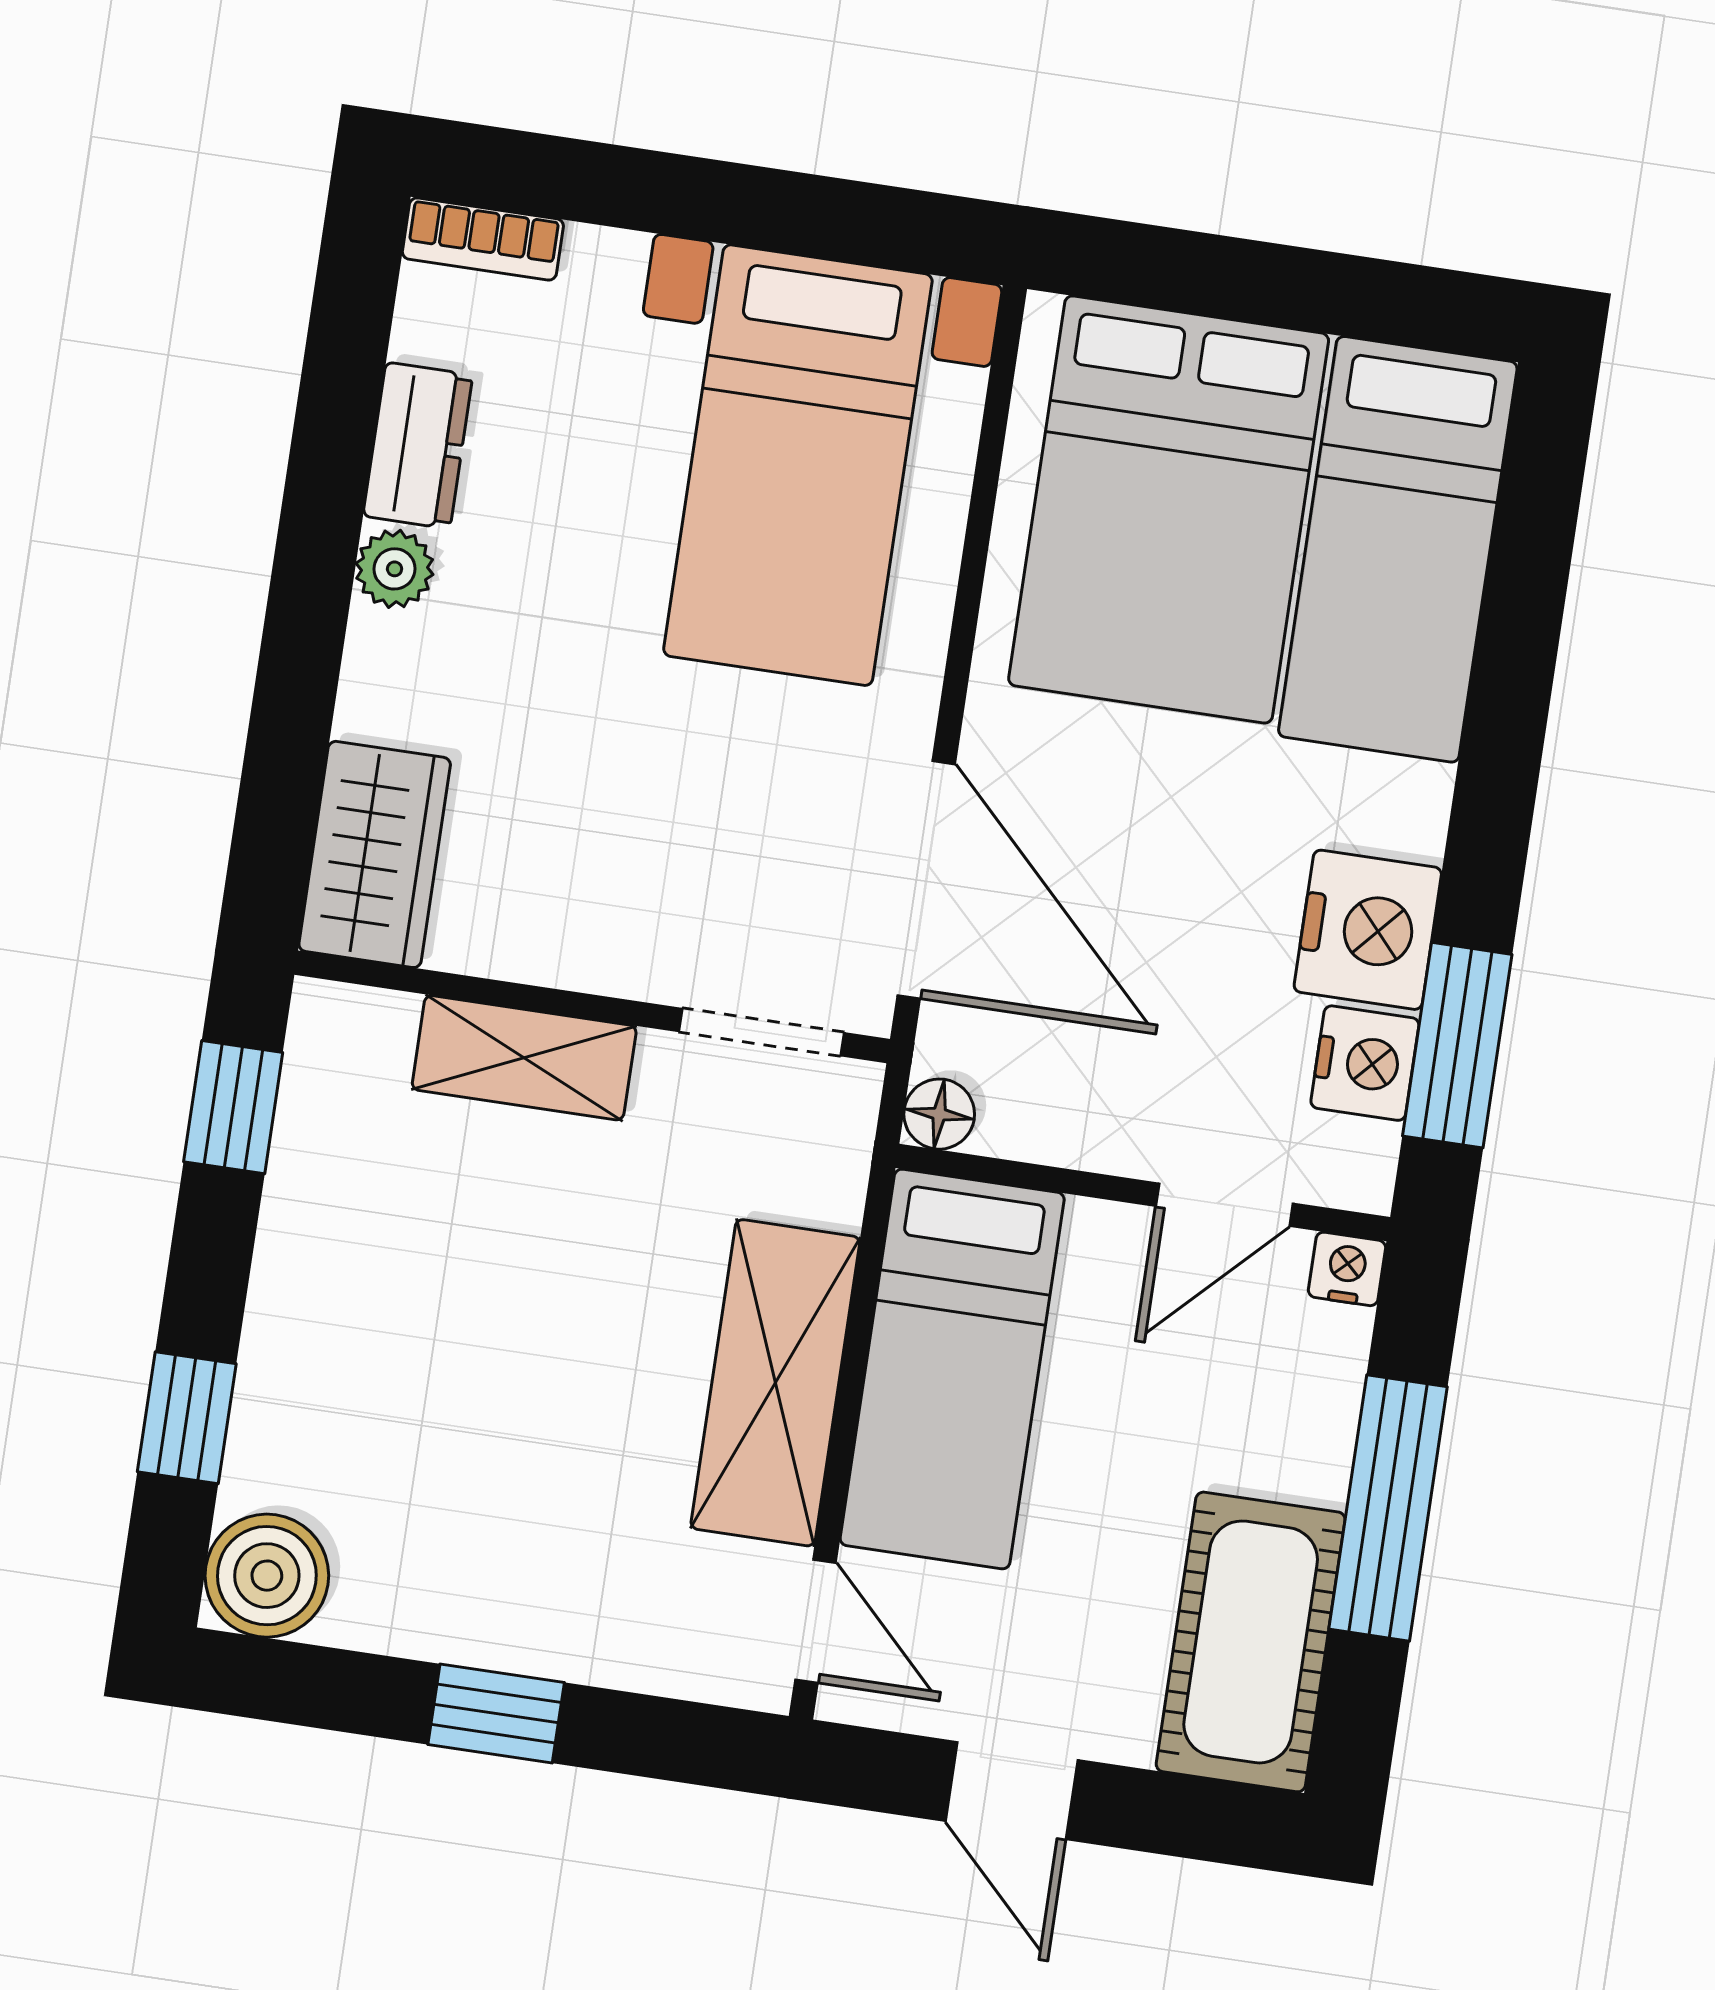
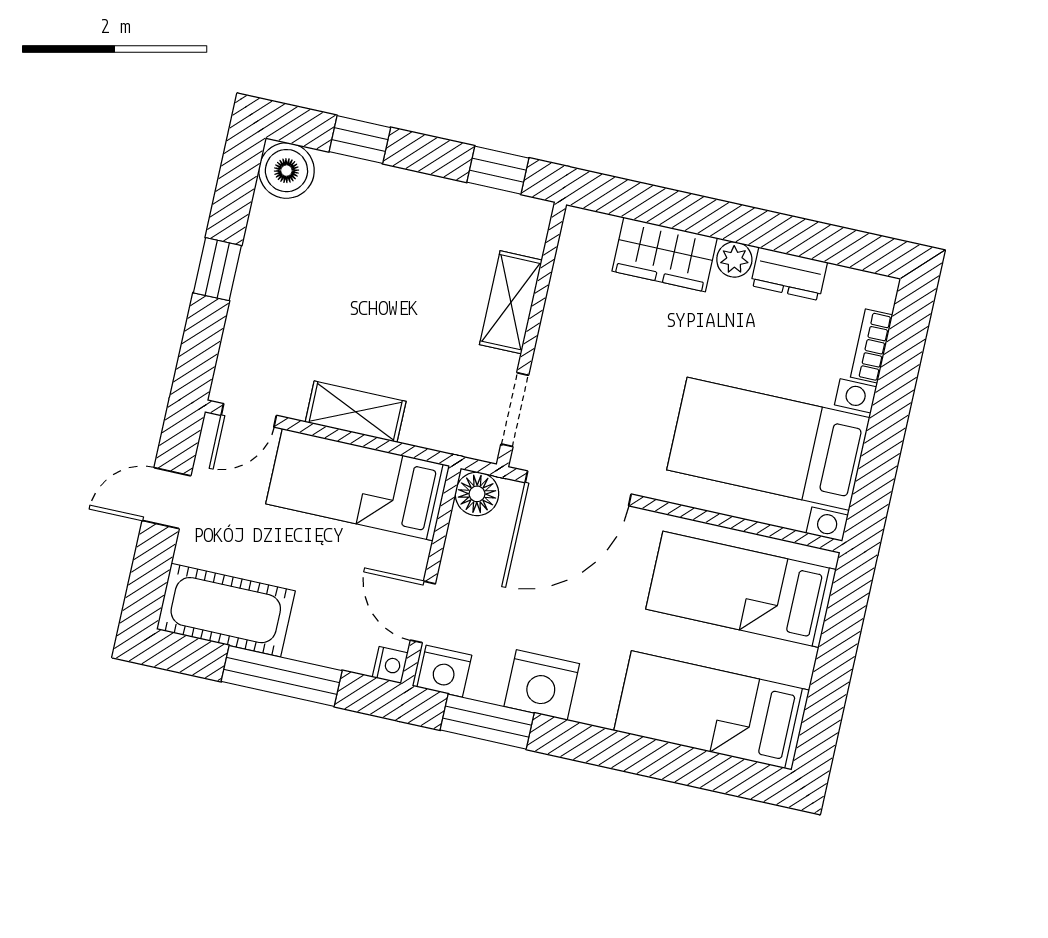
bookcase: (483, 239) -> (872, 346), moved
bed: (1169, 510) -> (741, 589), width x0.67
wardrobe: (375, 854) -> (665, 254), moved
nightstand: (1365, 1063) -> (444, 671), moved
floor lamp: (939, 1114) -> (477, 494), width x1.37, depth x1.37
shelving: (775, 1383) -> (356, 412), width x0.67, depth x0.75

